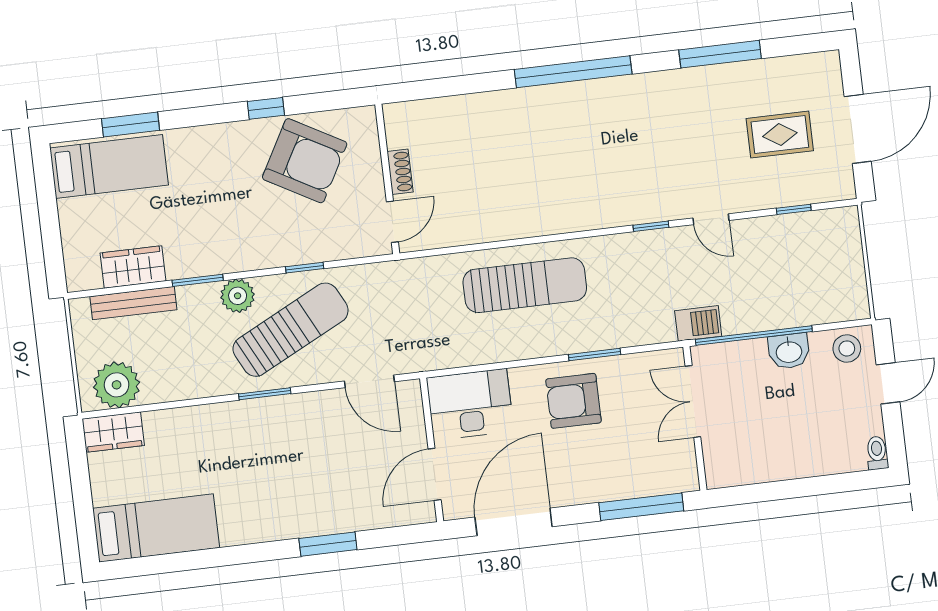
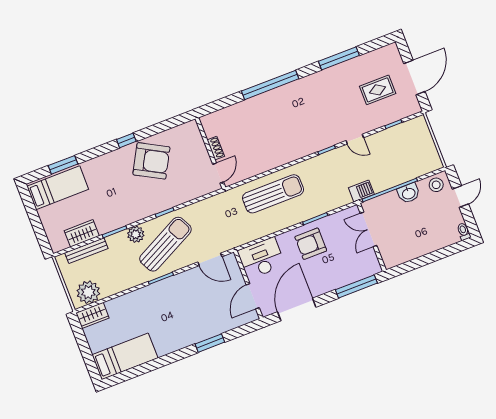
shoe rack: (400, 172) -> (216, 148), moved
wall: (387, 179) -> (210, 153), moved
door: (392, 222) -> (218, 173), moved

